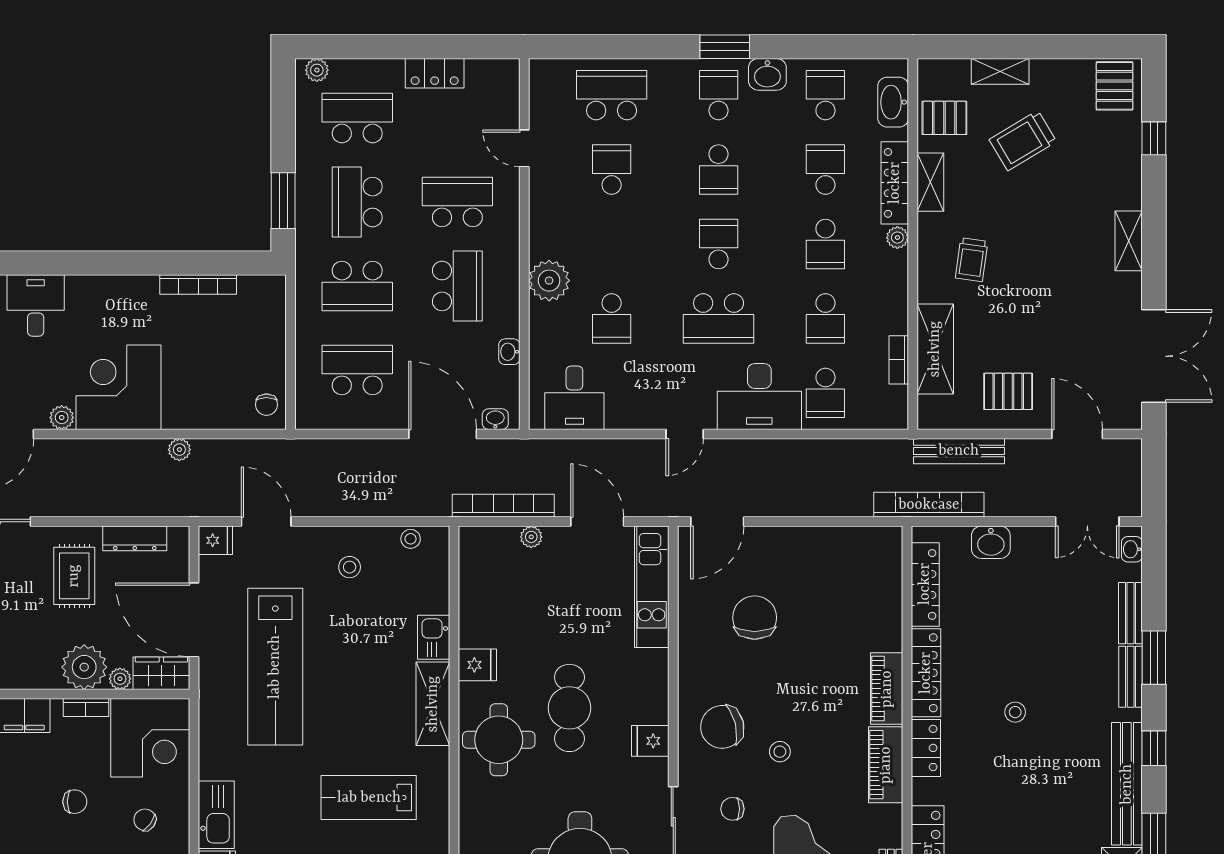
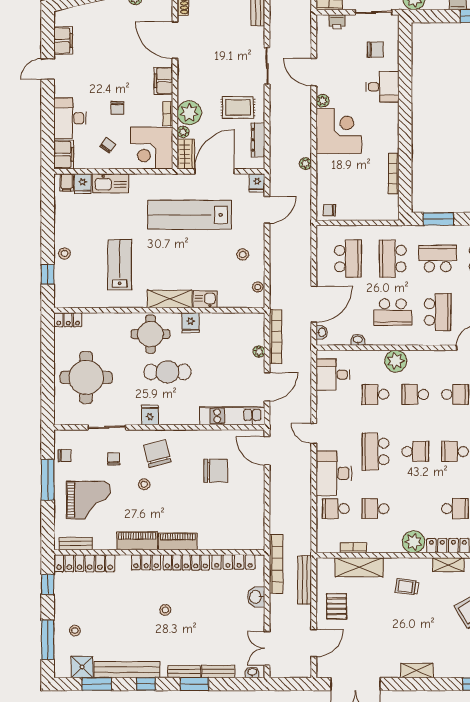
plant: (897, 238) -> (414, 542), width x1.88, depth x1.88
school desk: (825, 244) -> (415, 394), moved

